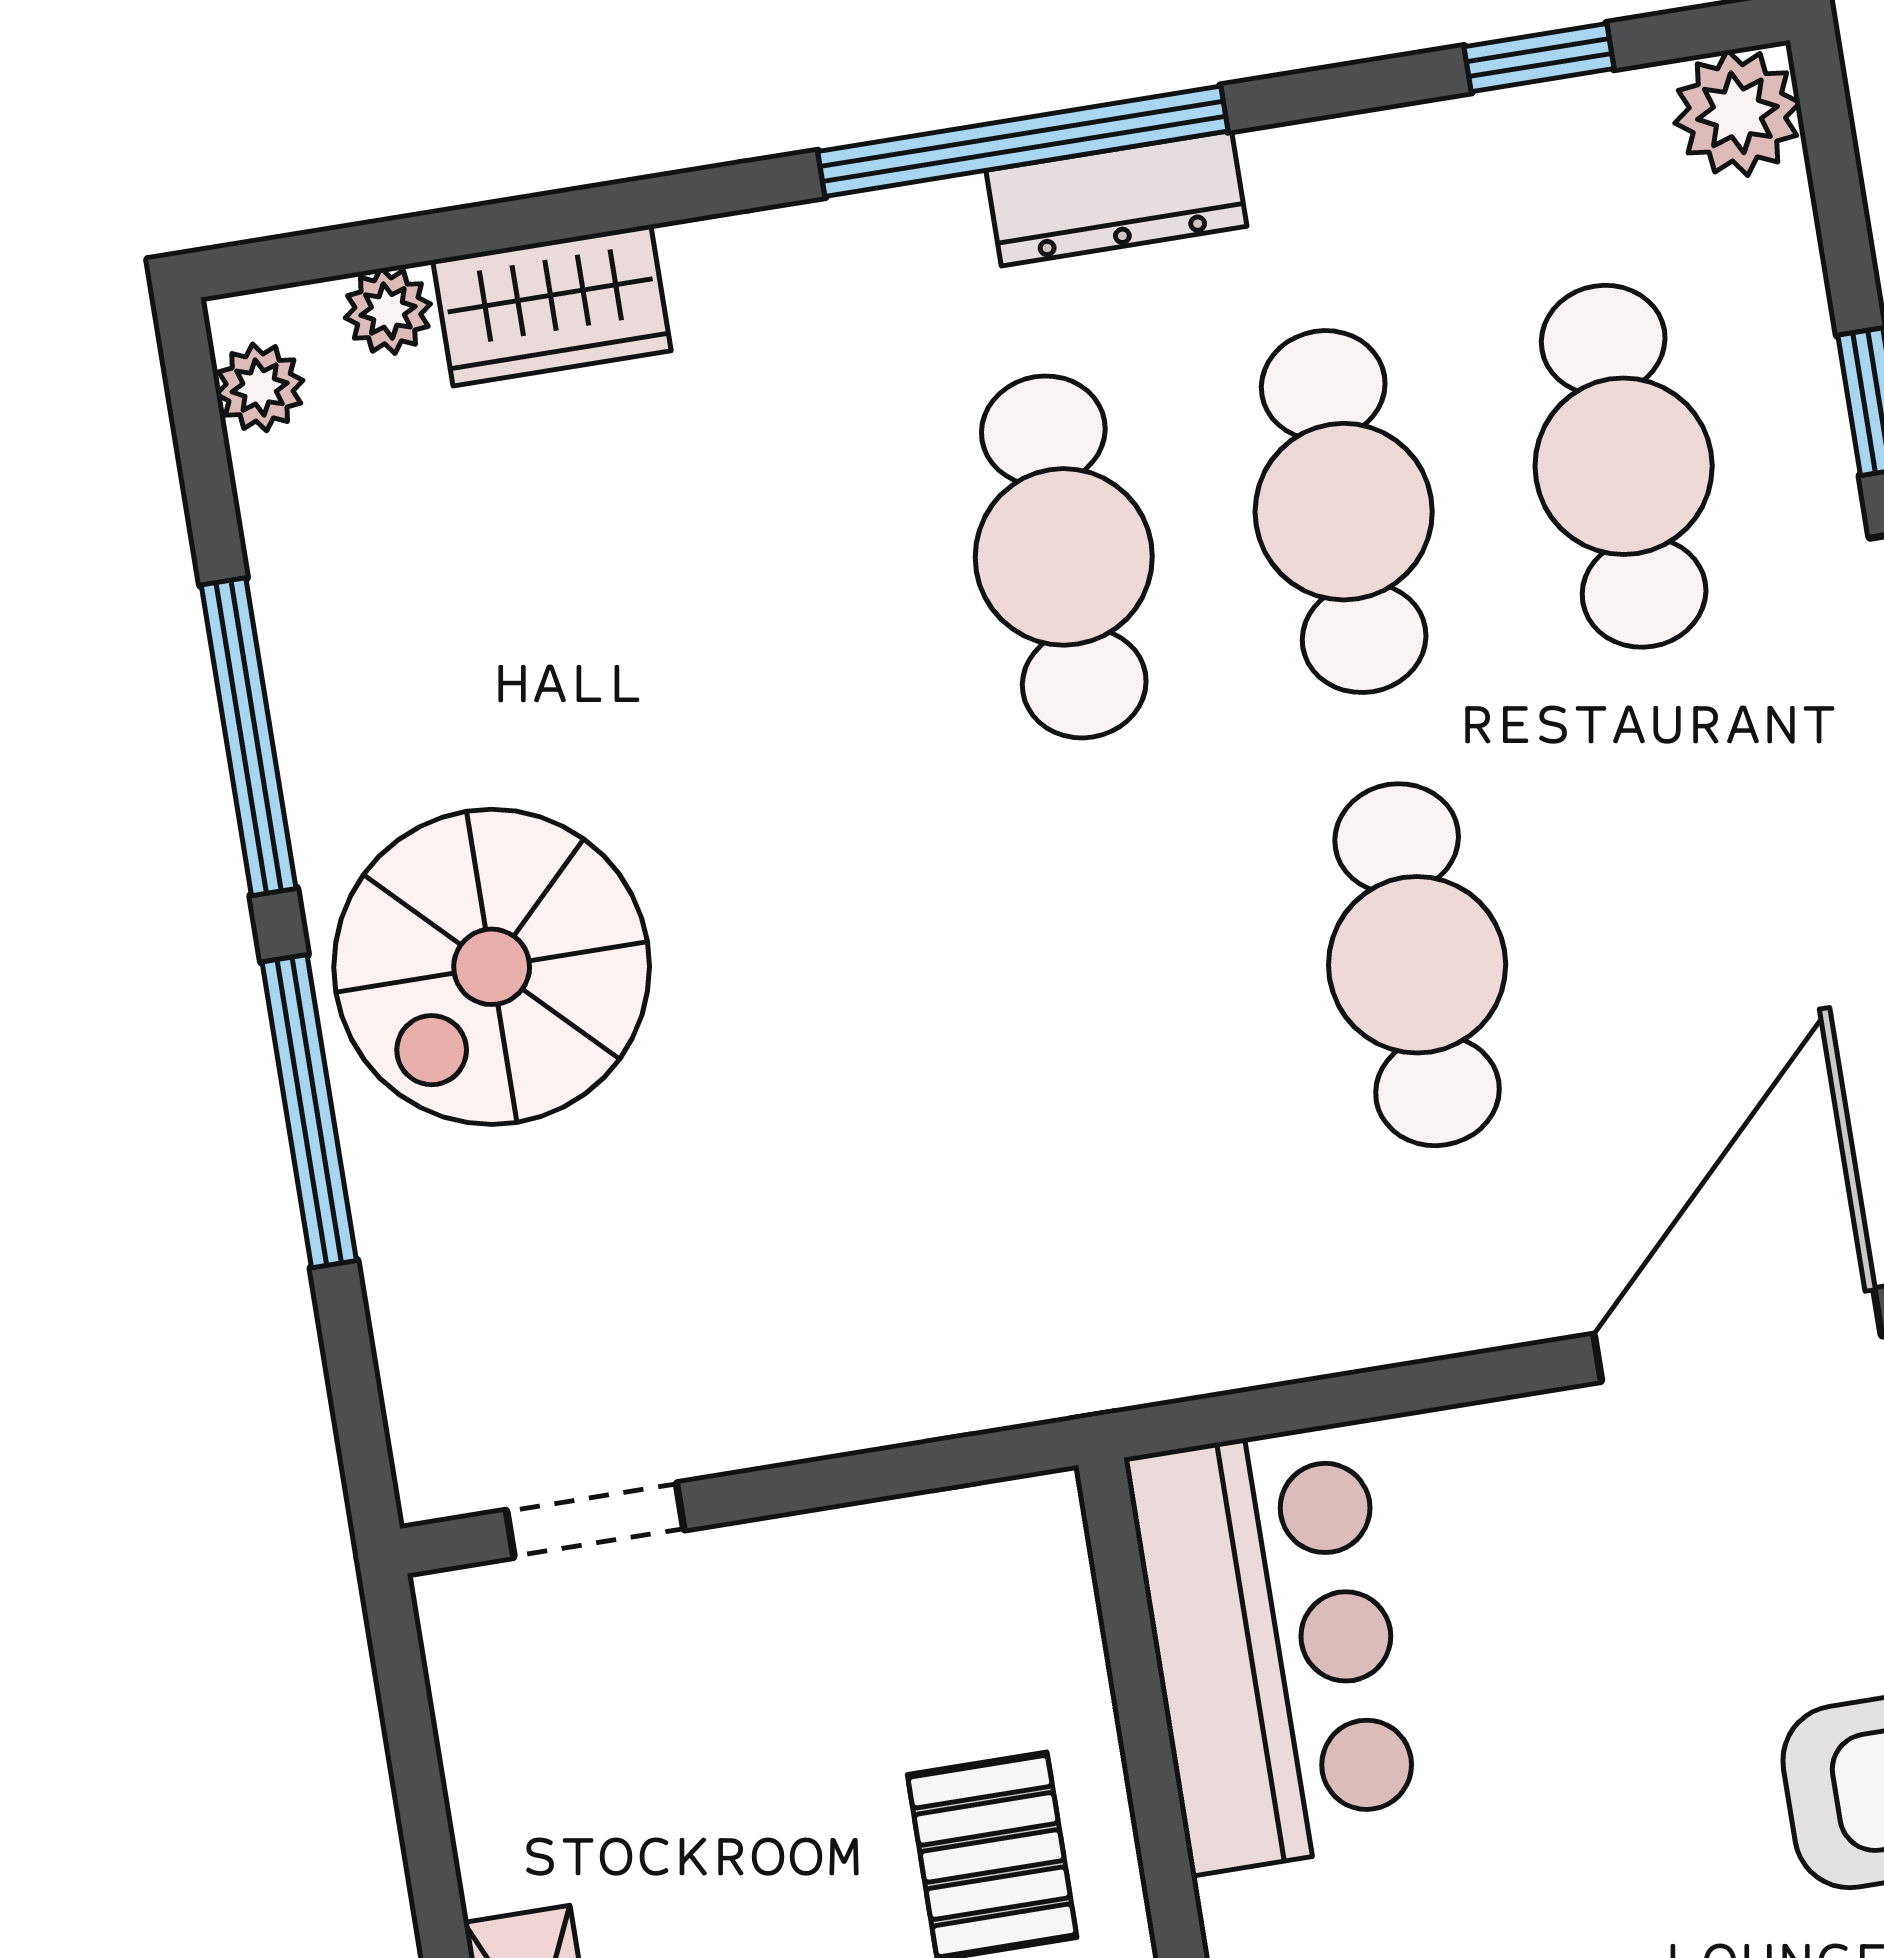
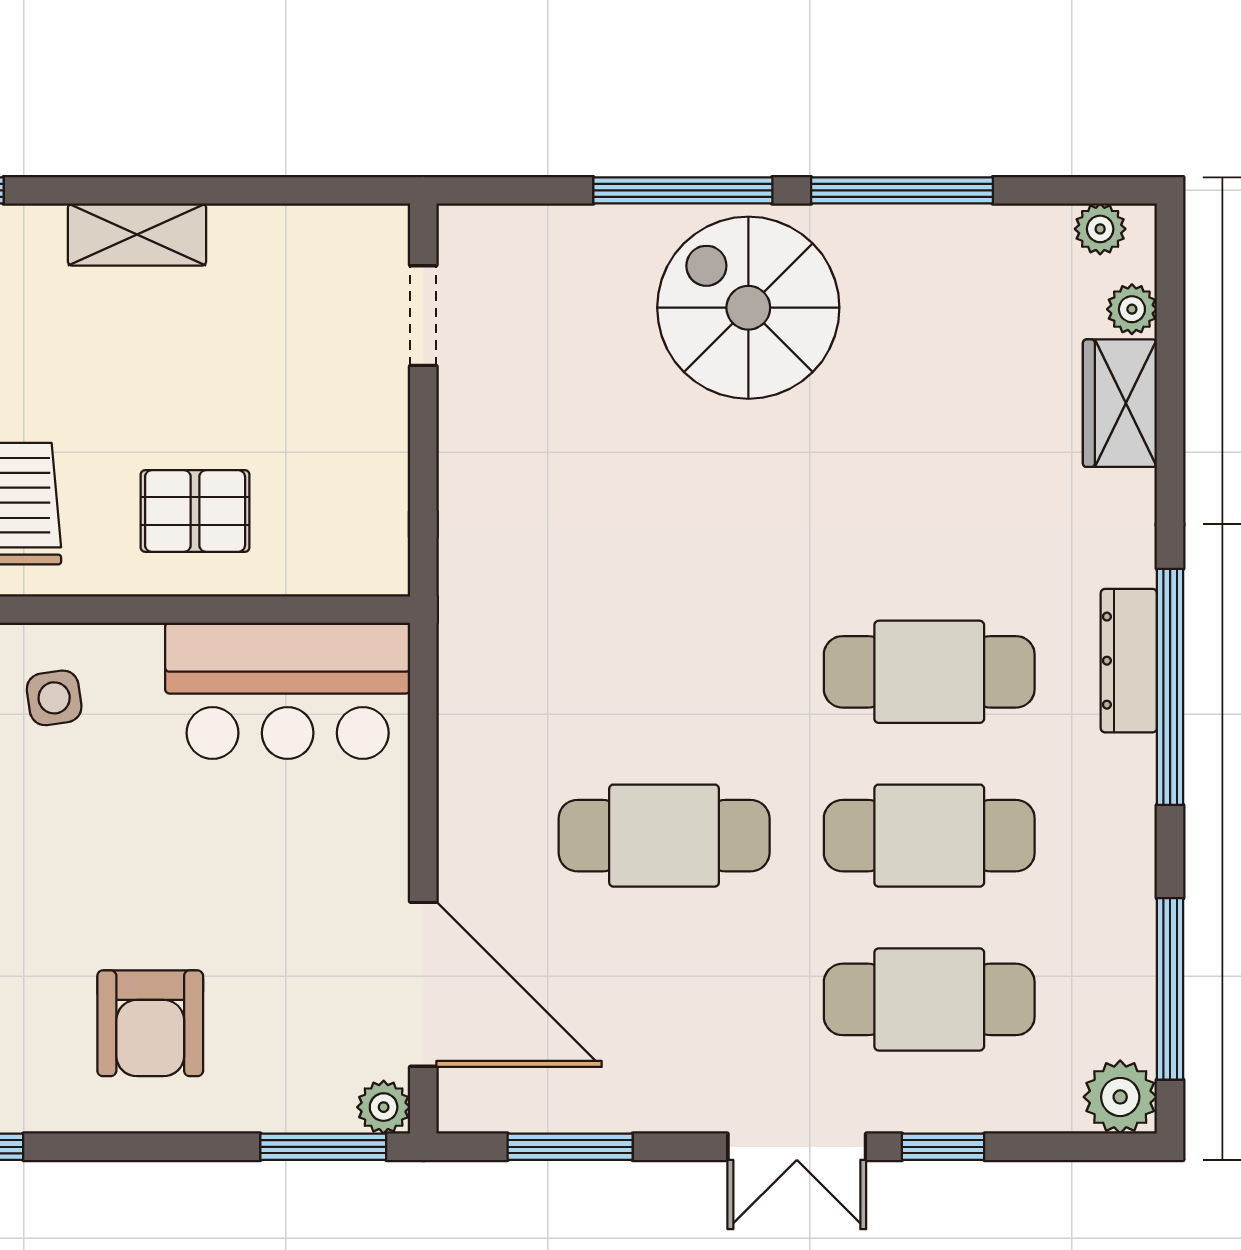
window: (1539, 58) -> (1170, 989), width x2.17
dresser: (1116, 198) -> (1129, 661), moved

